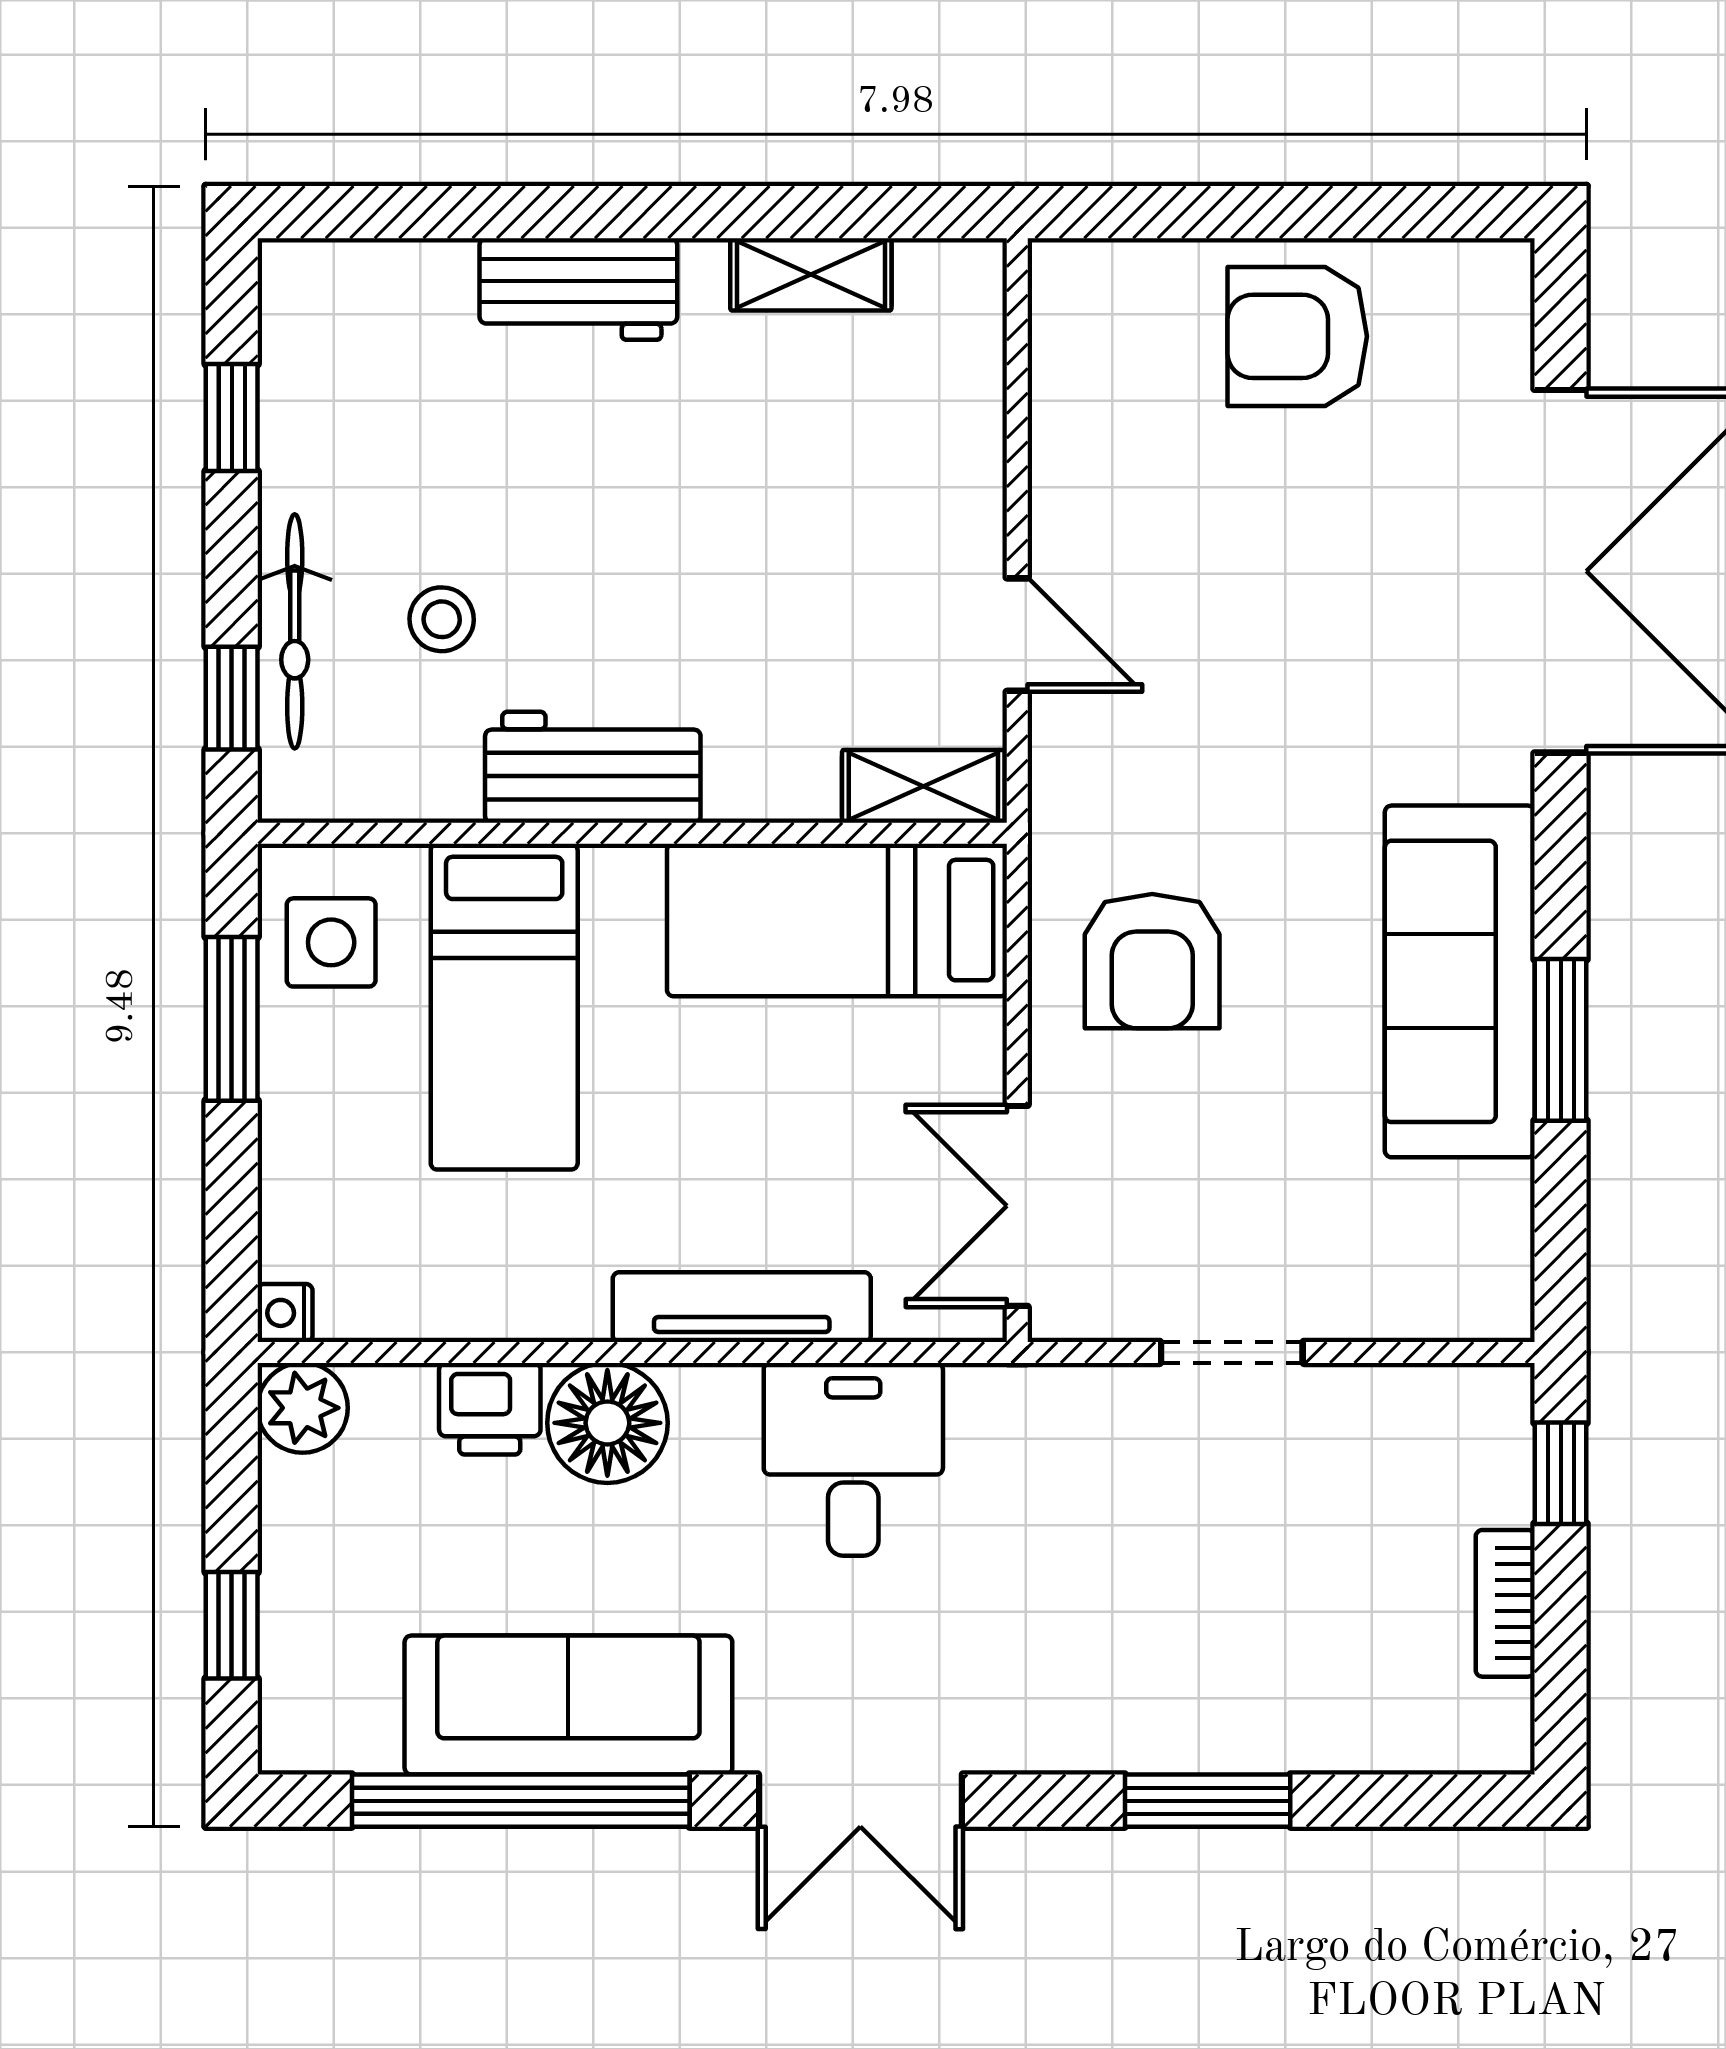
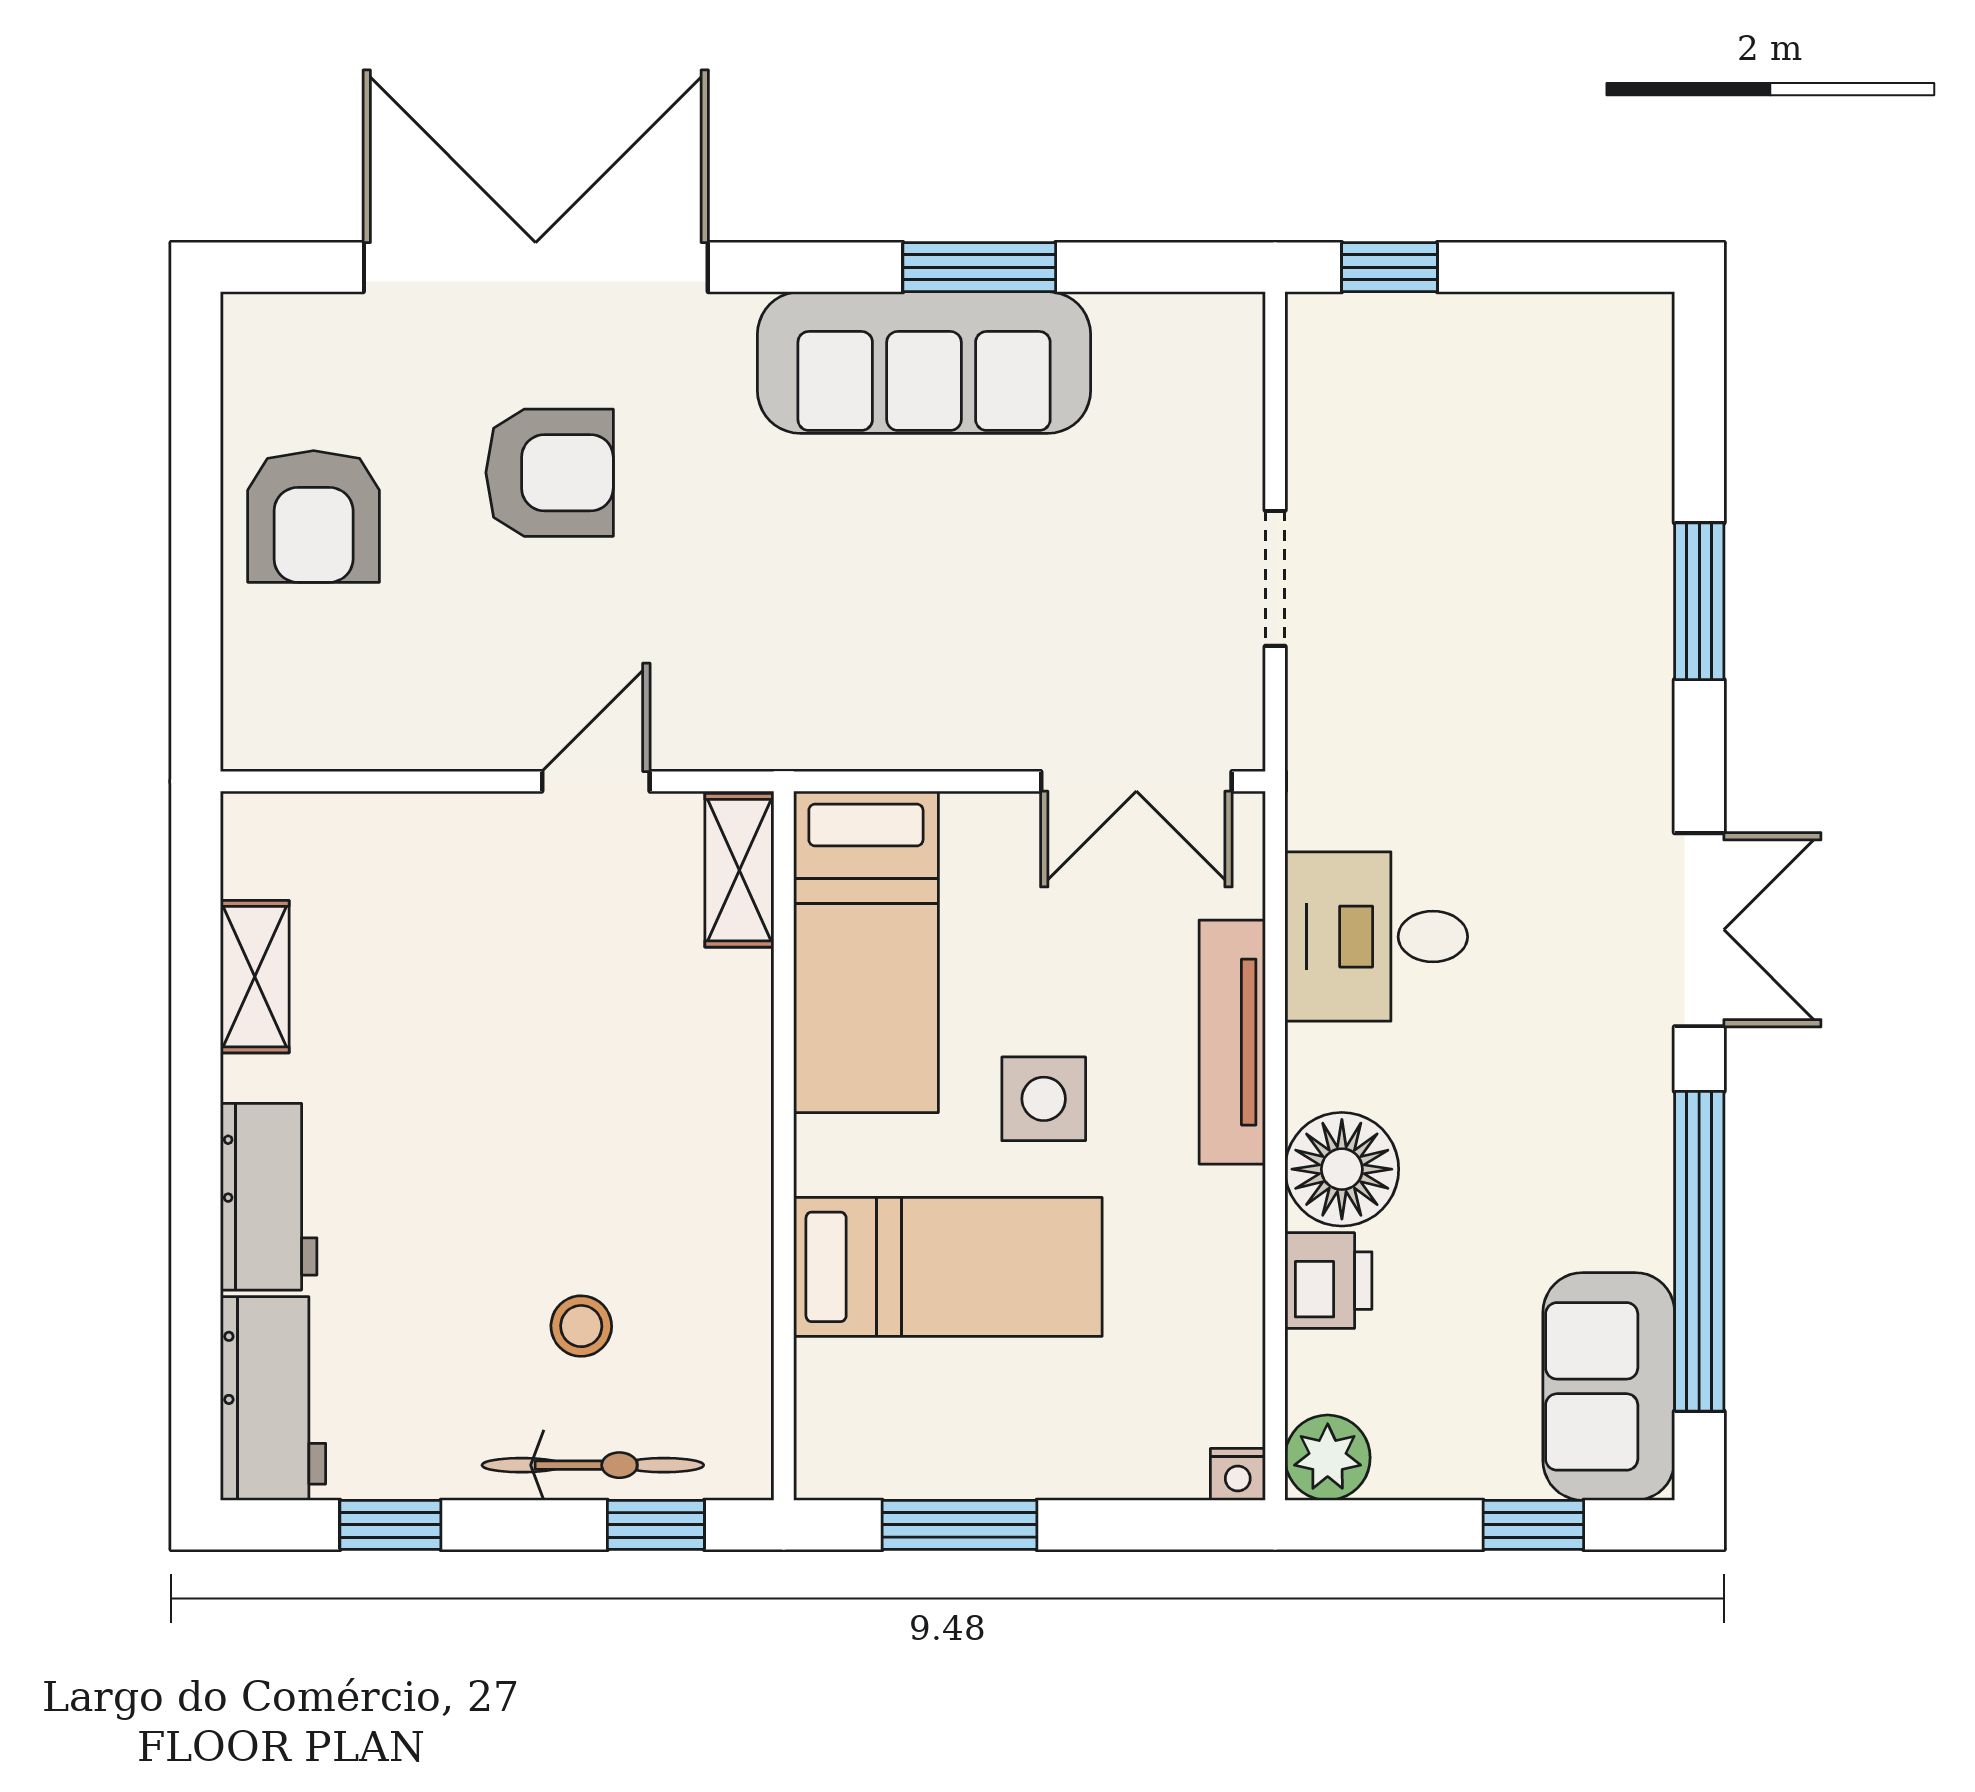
workbench: (593, 767) -> (273, 1398), moved, turned 180
side table: (331, 942) -> (1044, 1099), moved
armchair: (1152, 961) -> (550, 473), moved
bookcase: (1505, 1603) -> (1513, 320), removed
sofa: (568, 1705) -> (1609, 1386), moved, width x0.73

